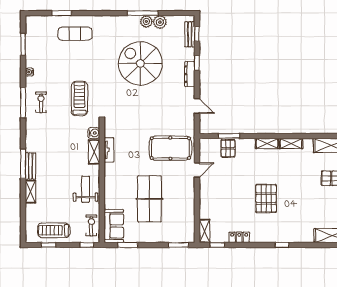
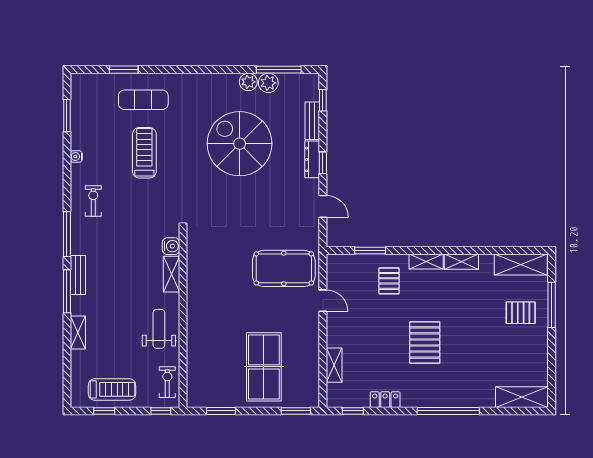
window: (143, 13) -> (279, 70), moved
bench: (190, 34) -> (312, 121), moved
window: (197, 63) -> (323, 163), moved
treadmill: (79, 98) -> (144, 153), moved
window: (23, 103) -> (67, 234), moved
pallet: (228, 148) -> (389, 281), moved
tv unit: (109, 150) -> (193, 271), removed
bench: (31, 166) -> (78, 275), moved
door: (197, 170) -> (323, 301), hinge flipped
table tennis table: (149, 199) -> (264, 367), moved
sofa: (114, 226) -> (201, 383), removed
treadmill: (54, 230) -> (112, 389), turned 180
shelving: (205, 231) -> (334, 365), moved
window: (282, 245) -> (448, 411), width x3.17

